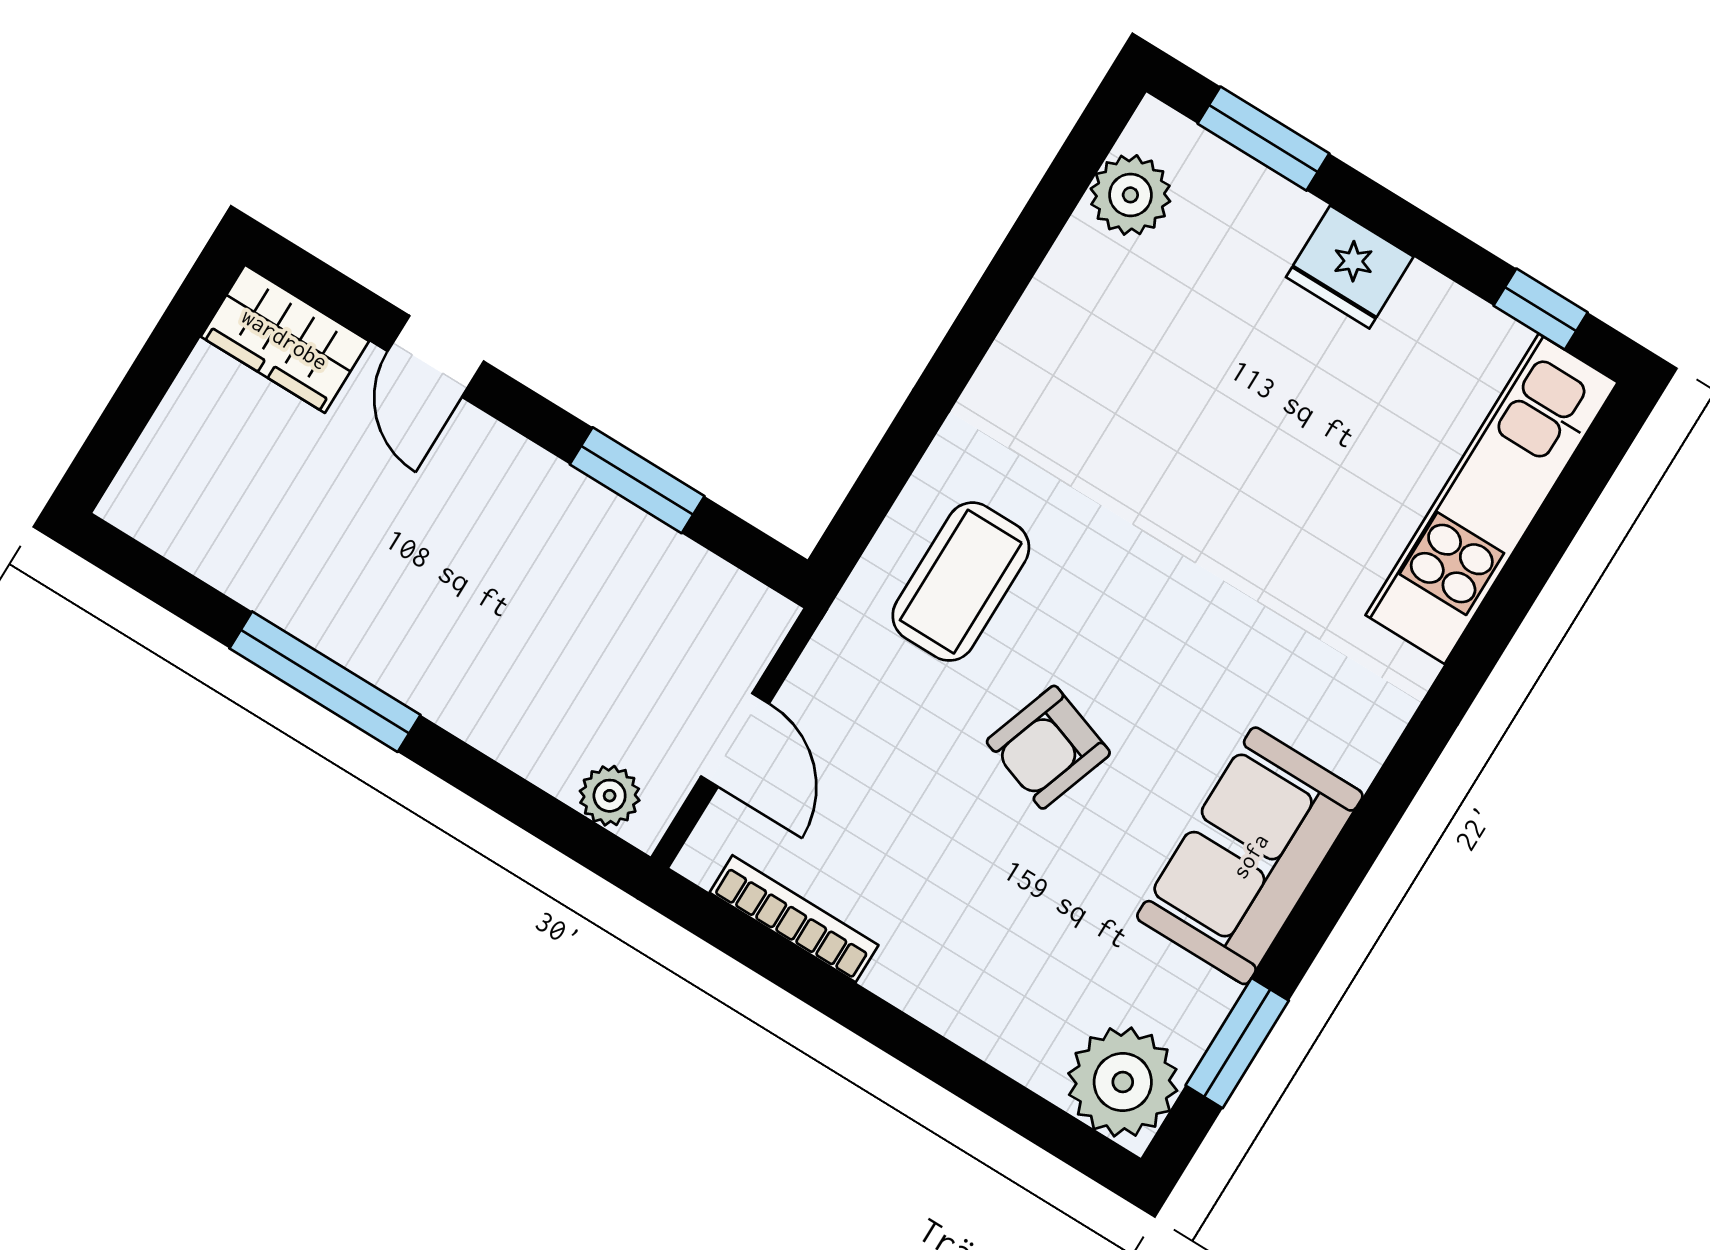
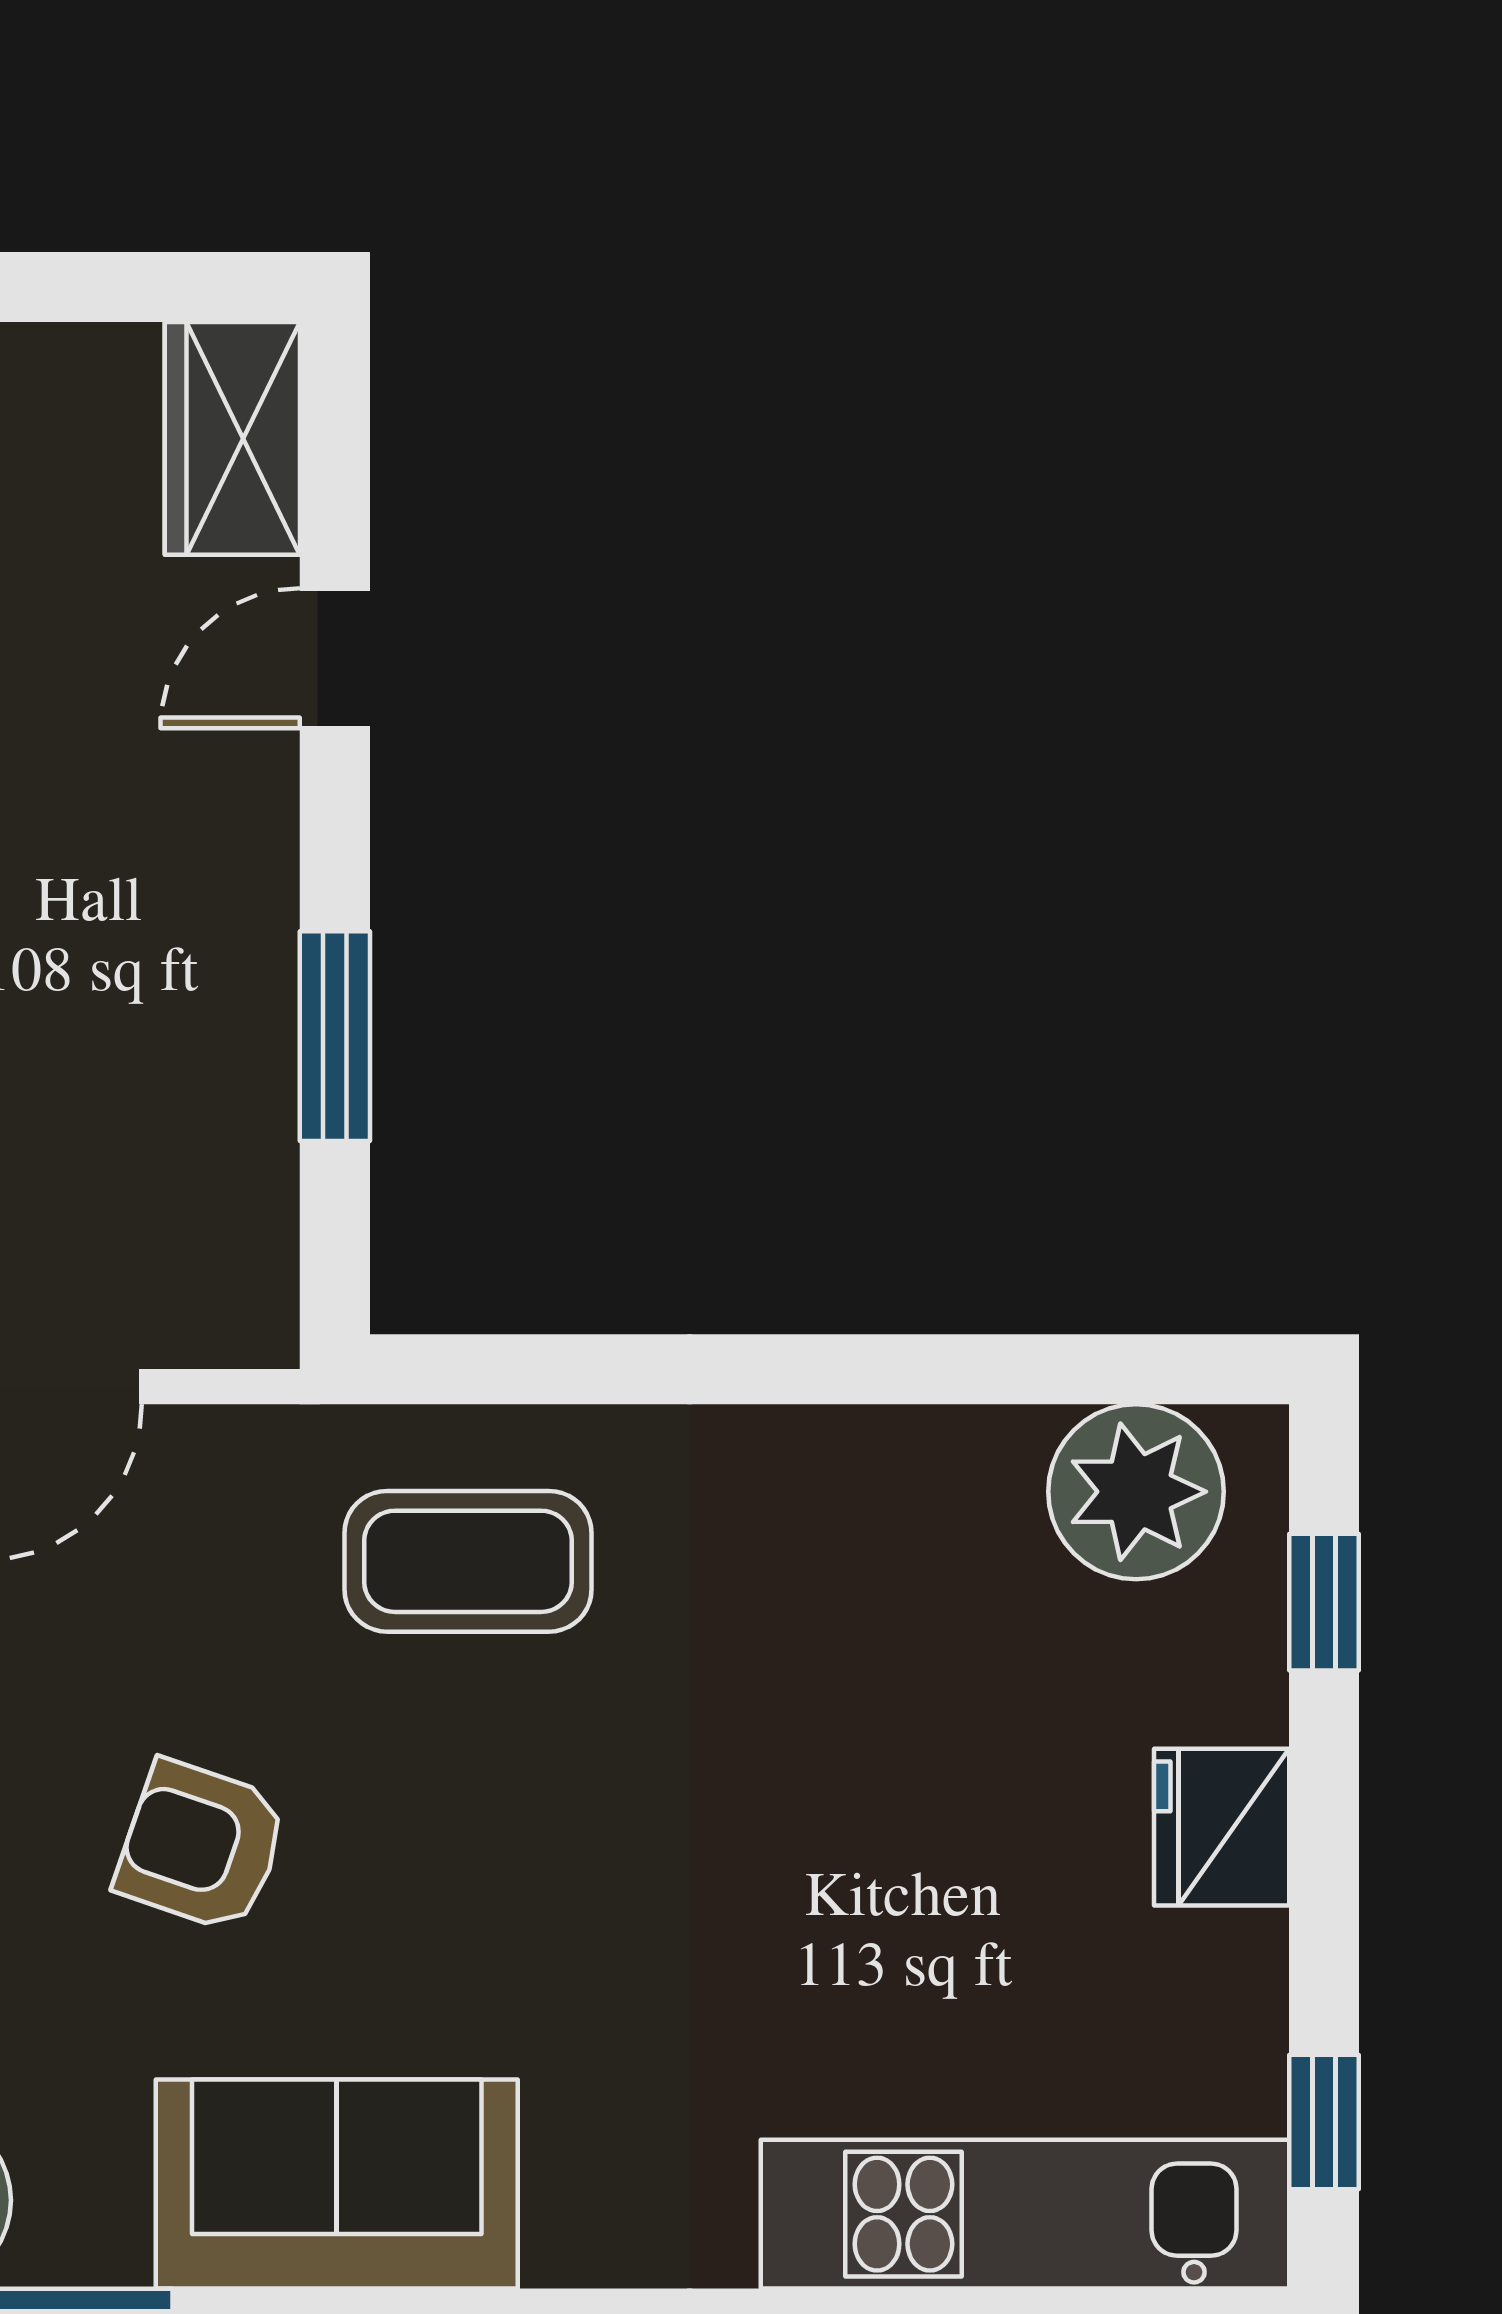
window: (1263, 139) -> (1324, 1602), width x0.67
plant: (1130, 195) -> (1136, 1492), width x1.36, depth x1.36
armchair: (1048, 747) -> (202, 1846), moved

